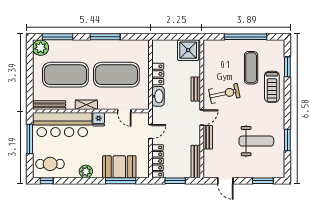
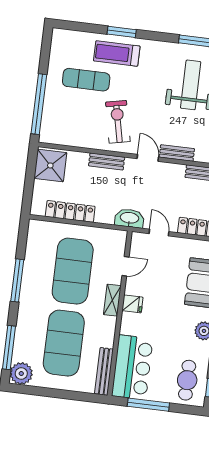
window: (245, 37) -> (39, 104), moved
window: (287, 67) -> (122, 32), moved
locker: (158, 74) -> (70, 211), width x1.53
treadmill: (272, 87) -> (117, 53), turned 180
washbasin: (158, 96) -> (129, 218), moved
shelving: (86, 105) -> (112, 300), moved
bar counter: (62, 125) -> (132, 367), width x0.73

